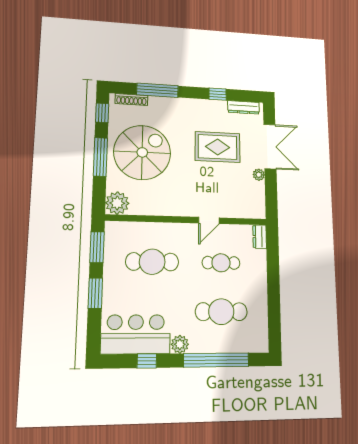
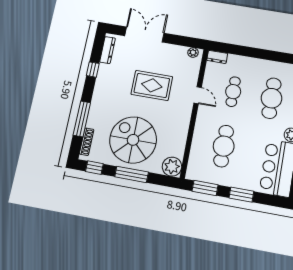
rug: (218, 147) -> (152, 85), moved, turned 90
plant: (259, 175) -> (193, 53), moved

